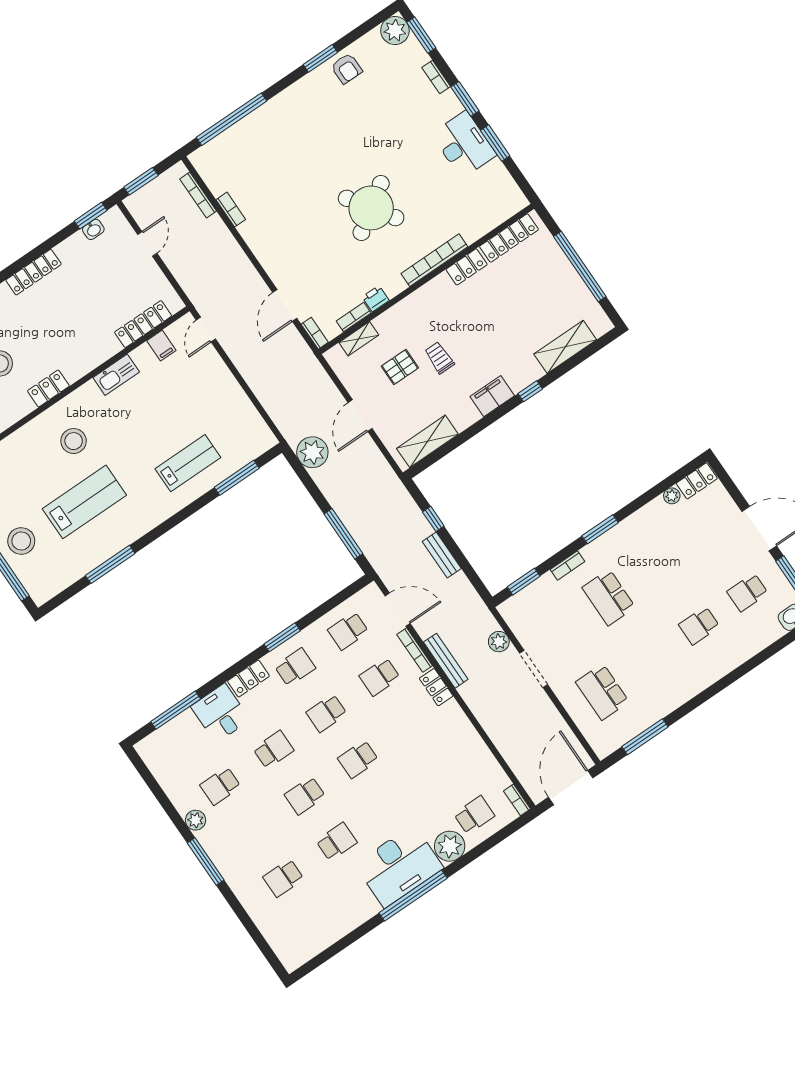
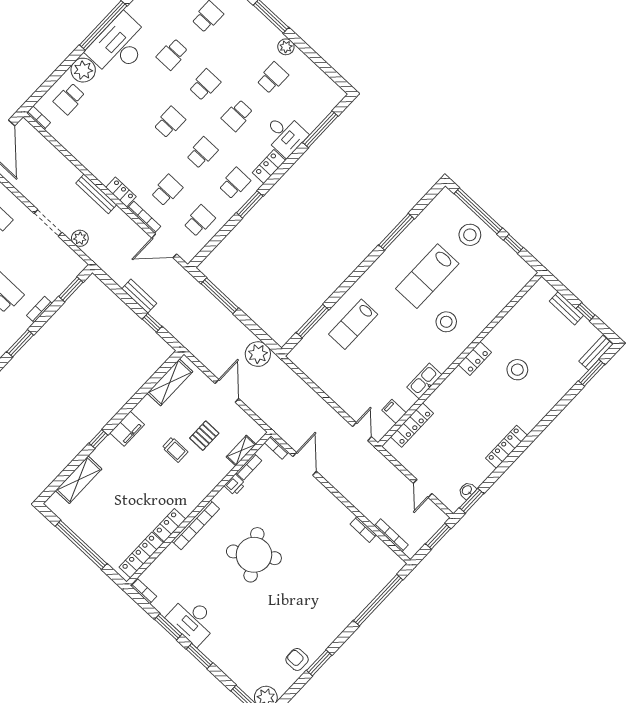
bookcase: (436, 77) -> (144, 591), moved
bench: (446, 661) -> (96, 194), moved
school desk: (295, 667) -> (235, 183), turned 180

